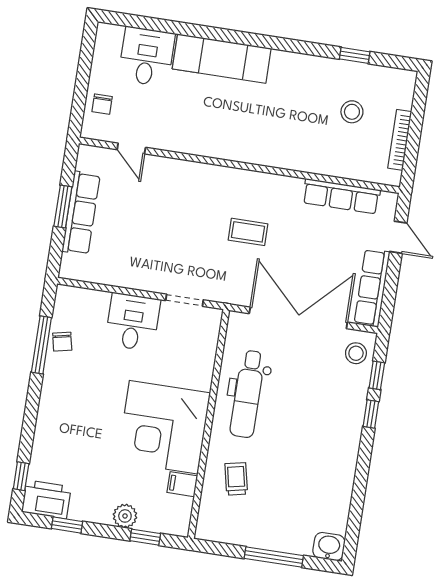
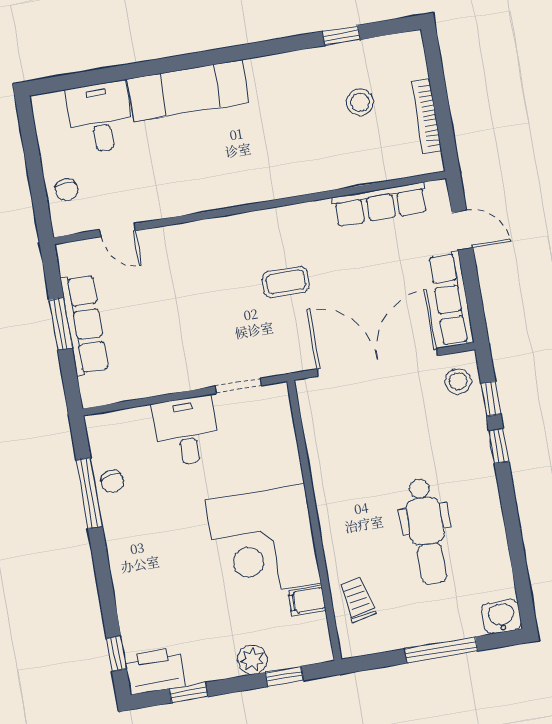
dental chair: (247, 394) -> (427, 531), moved
trolley: (236, 479) -> (357, 600), moved

